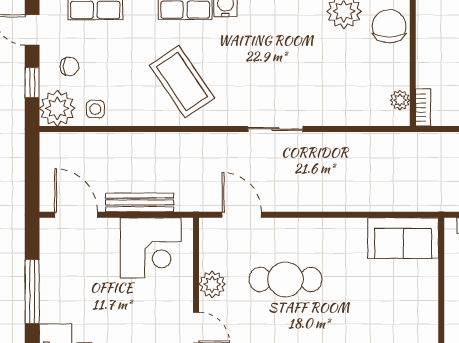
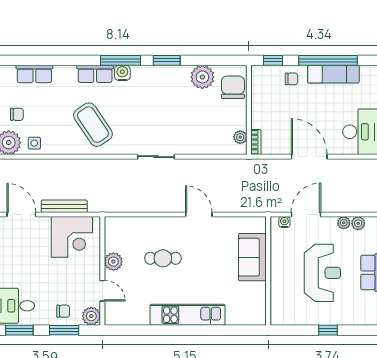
door: (242, 215) -> (199, 215), moved
sofa: (403, 238) -> (252, 257), moved, turned 90
cafe table: (285, 279) -> (163, 258), width x0.73, depth x0.74

